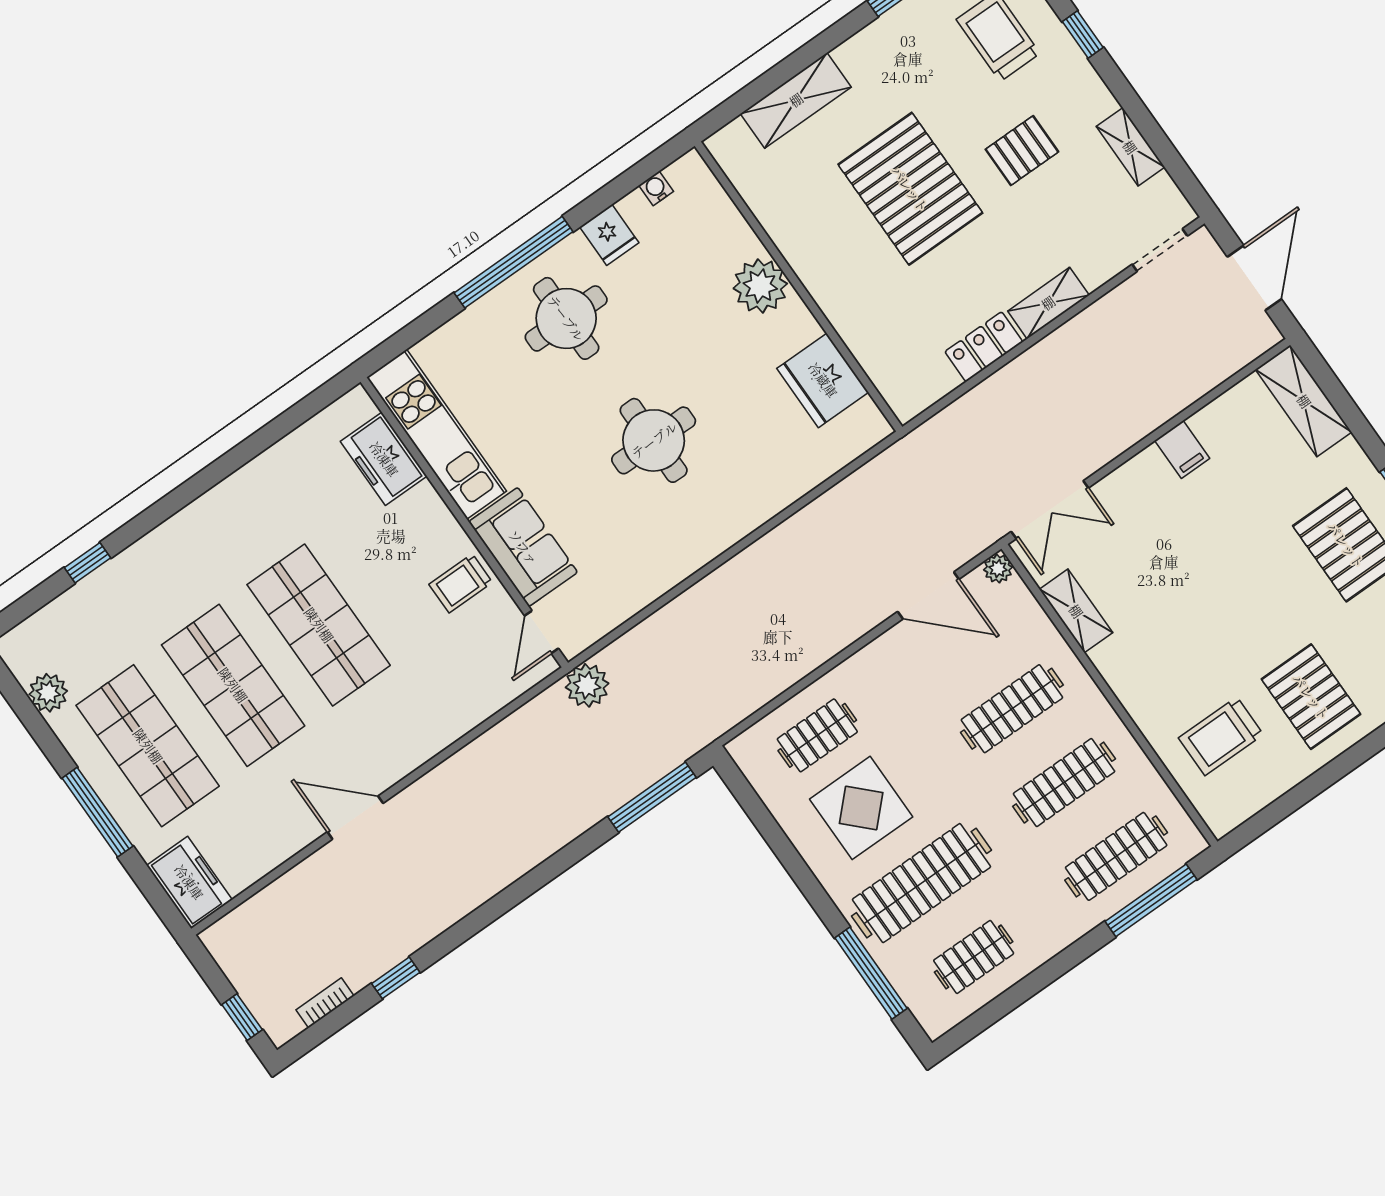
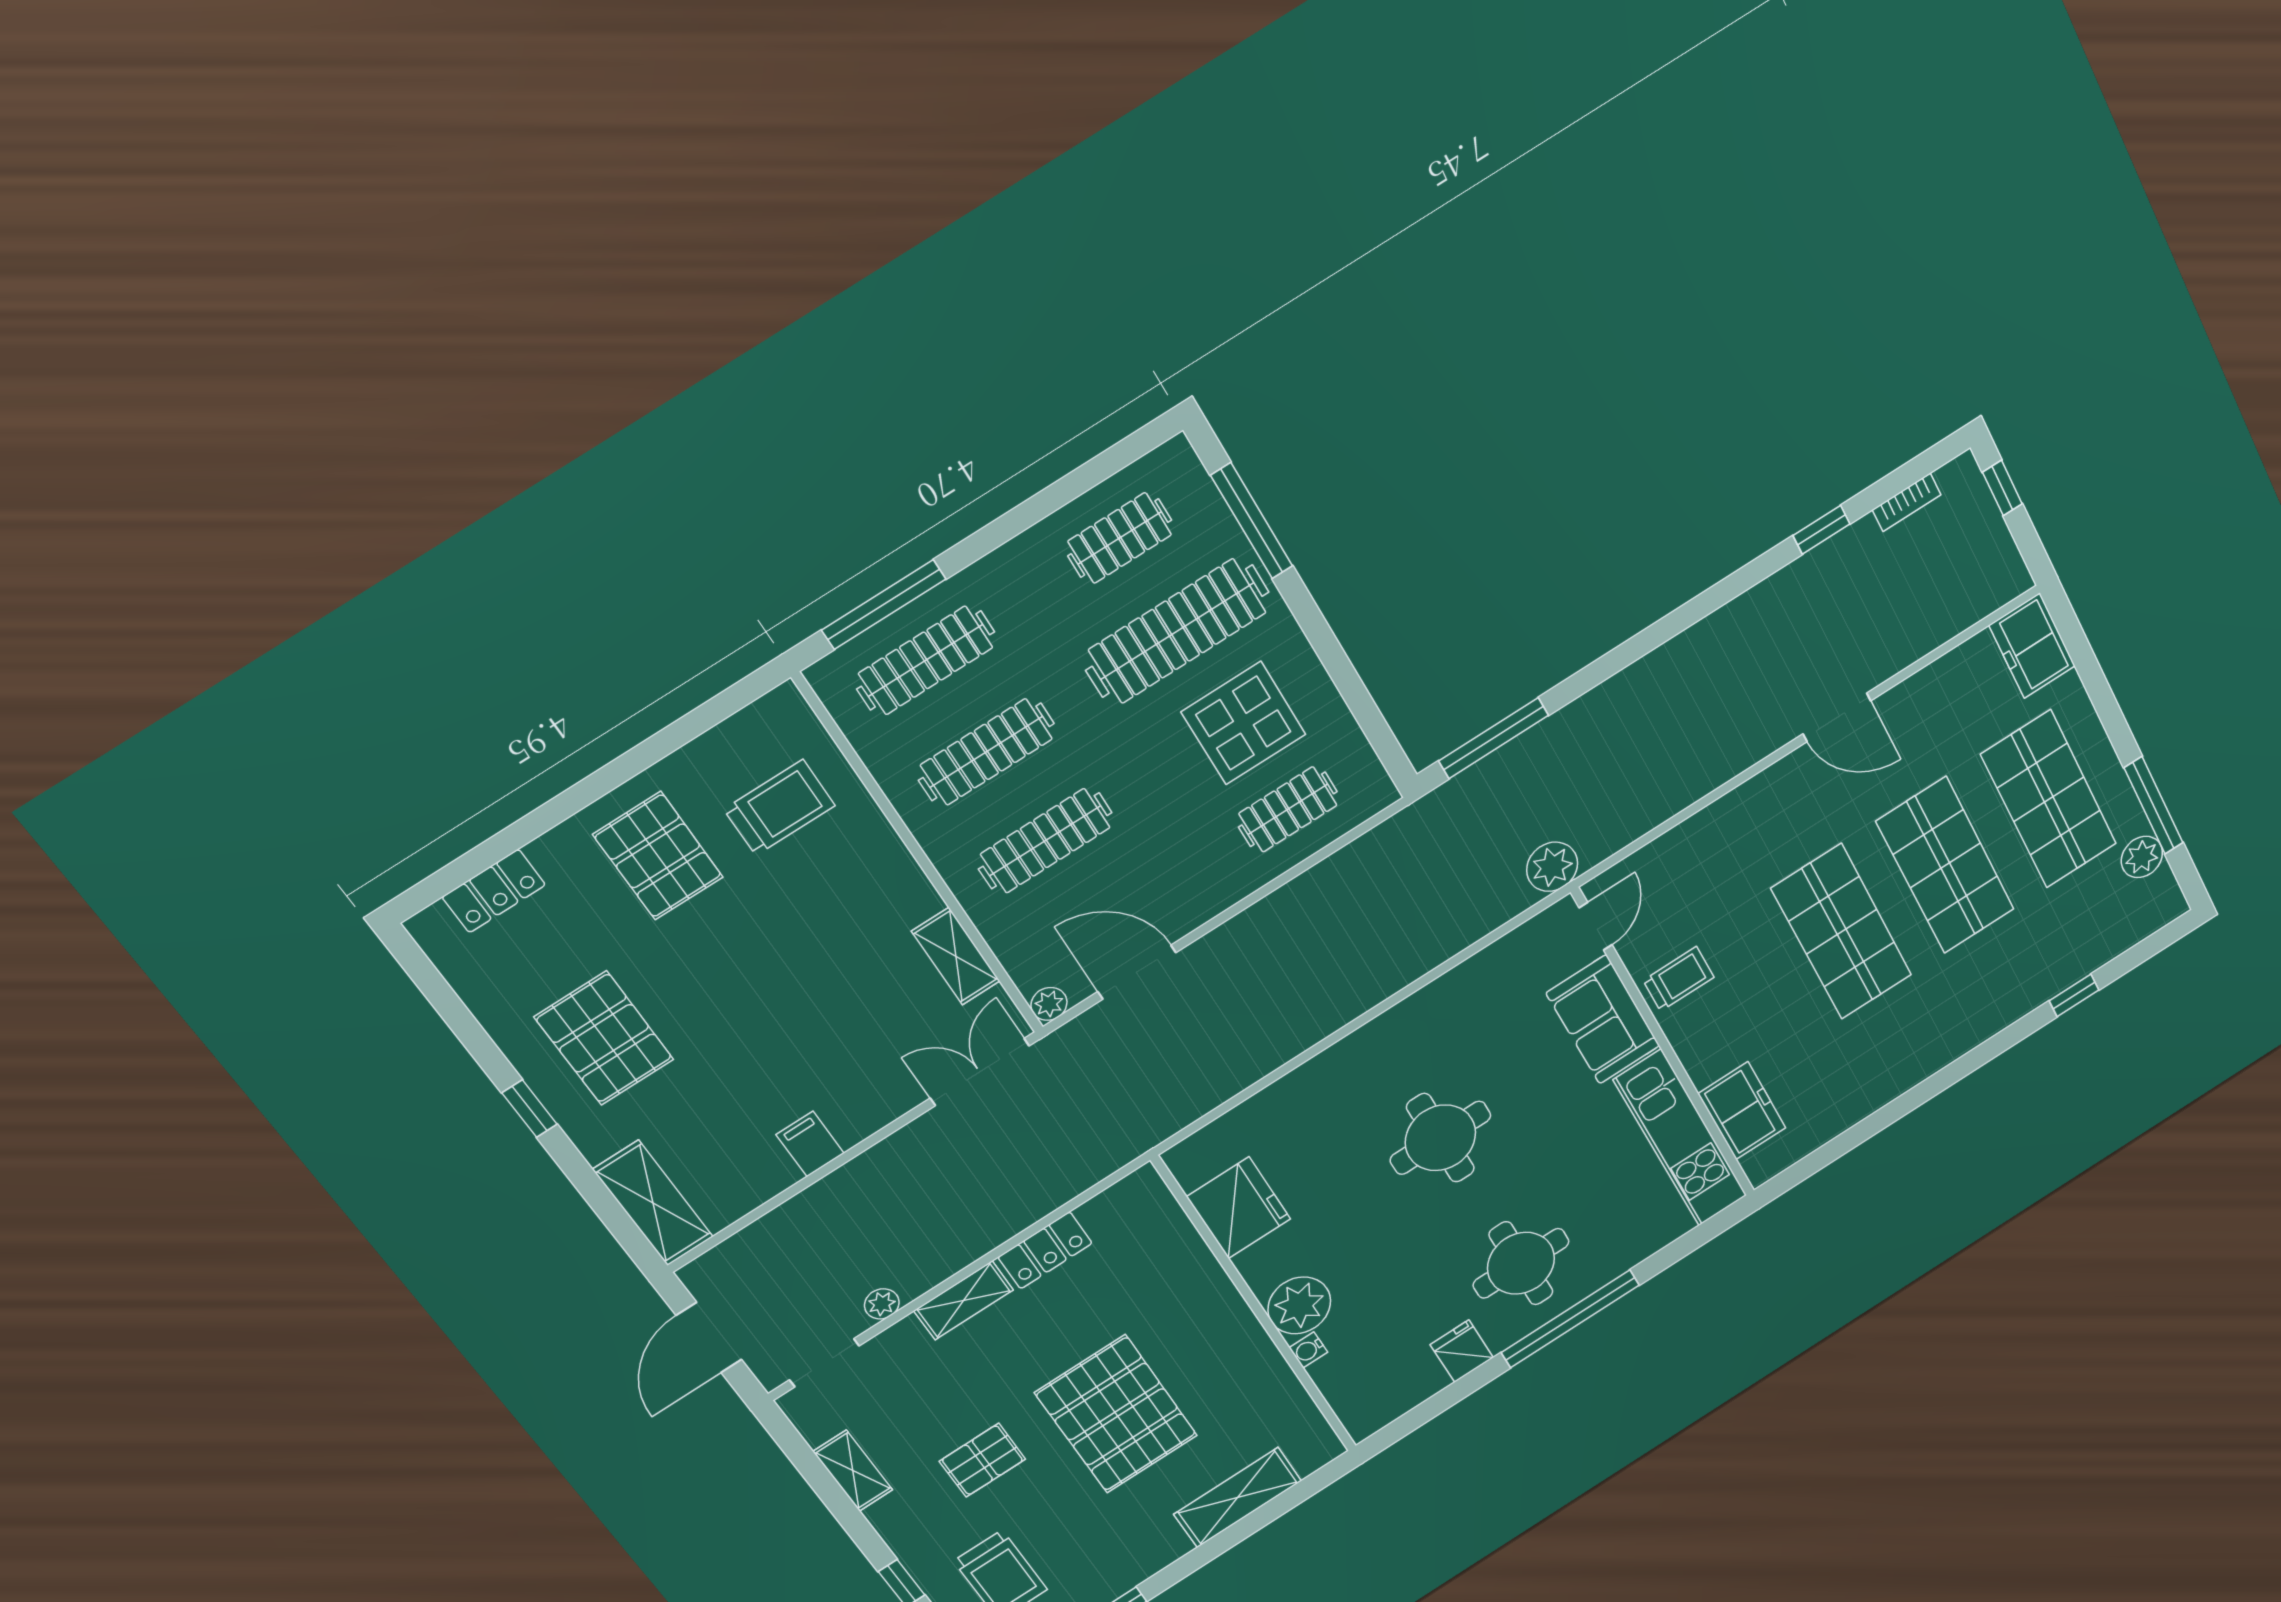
water cooler: (656, 188) -> (1308, 1350), moved, turned 90
plant: (1116, 303) -> (882, 1304), added
window: (97, 812) -> (2154, 805), moved

